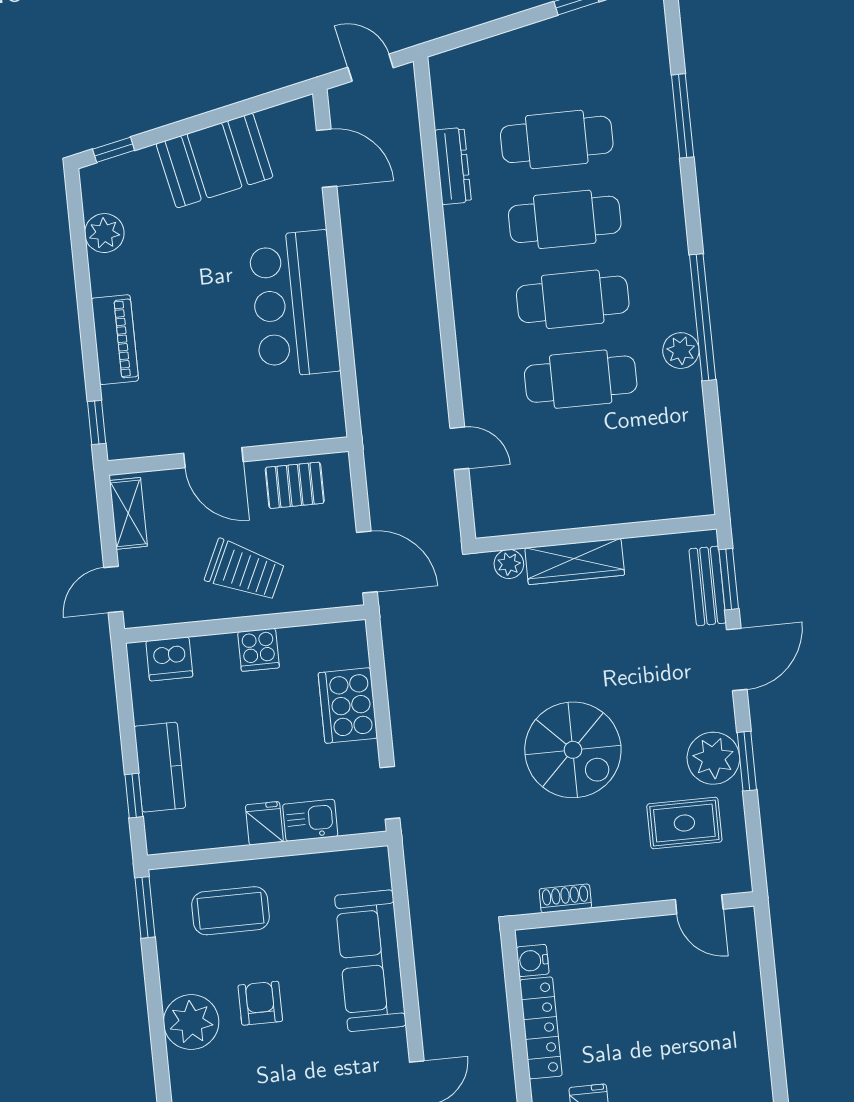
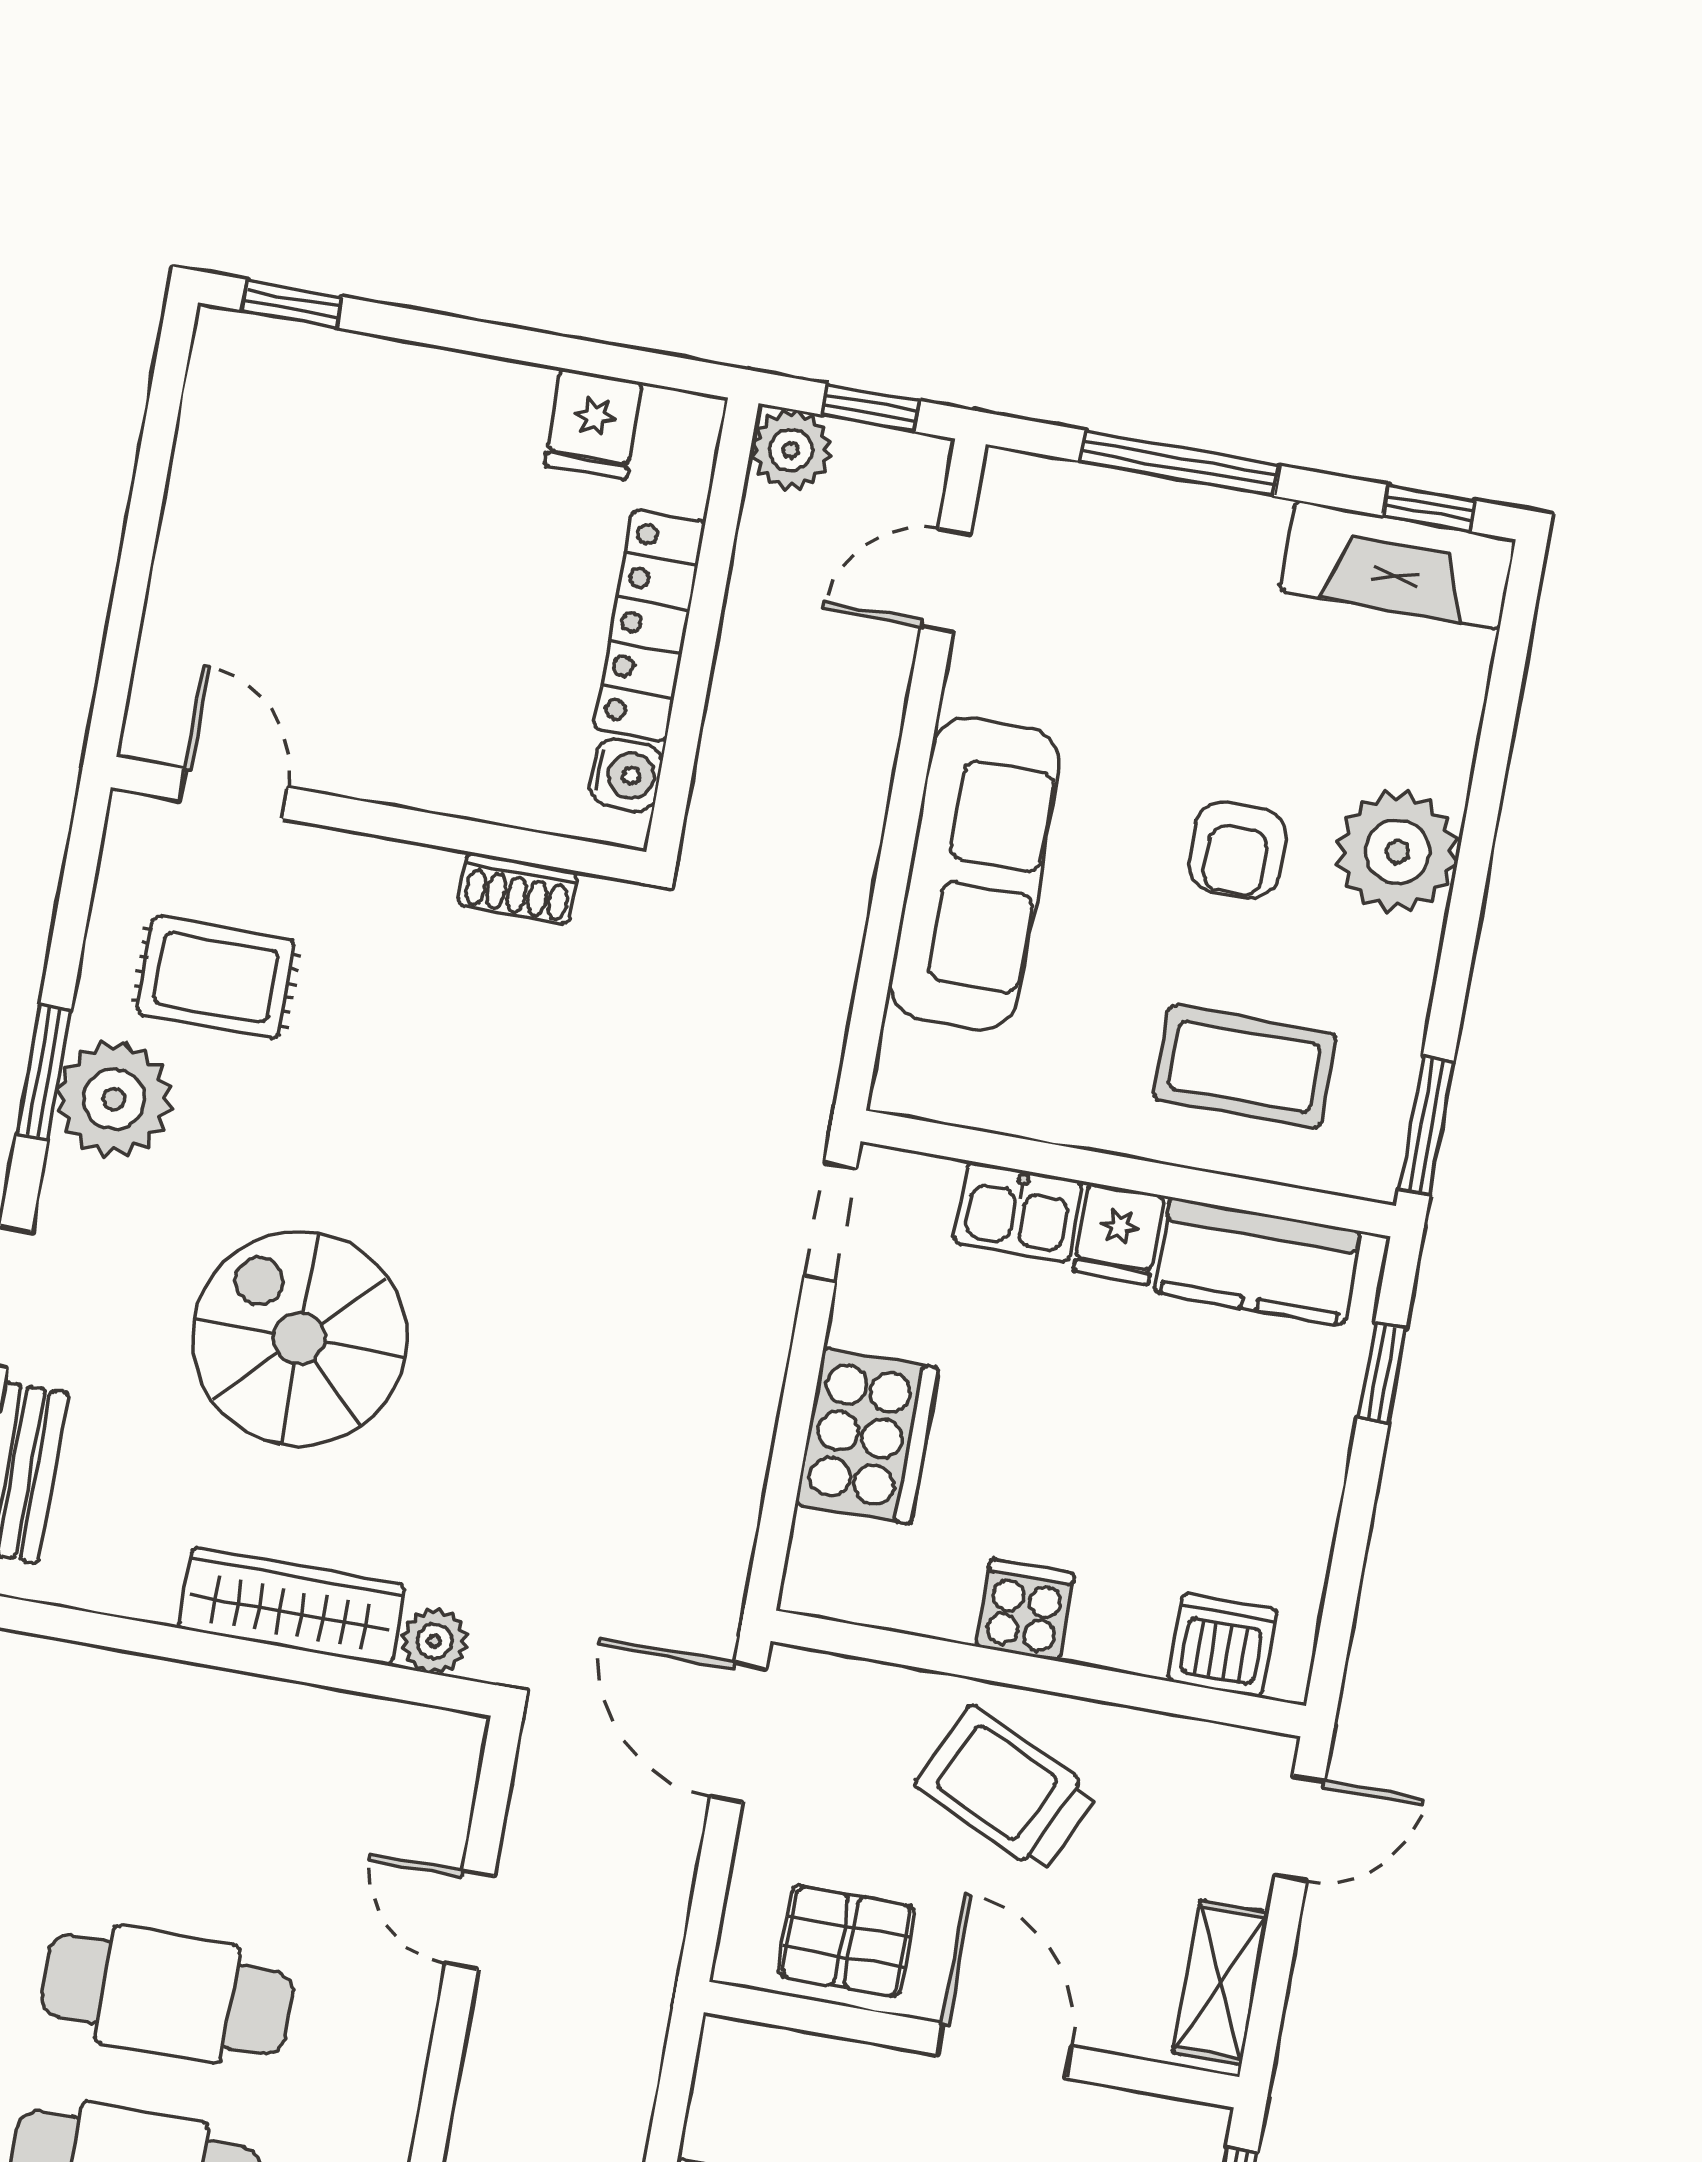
spiral stairs: (573, 750) -> (299, 1338), moved
kitchen counter: (160, 767) -> (1257, 1261), moved, turned -90

